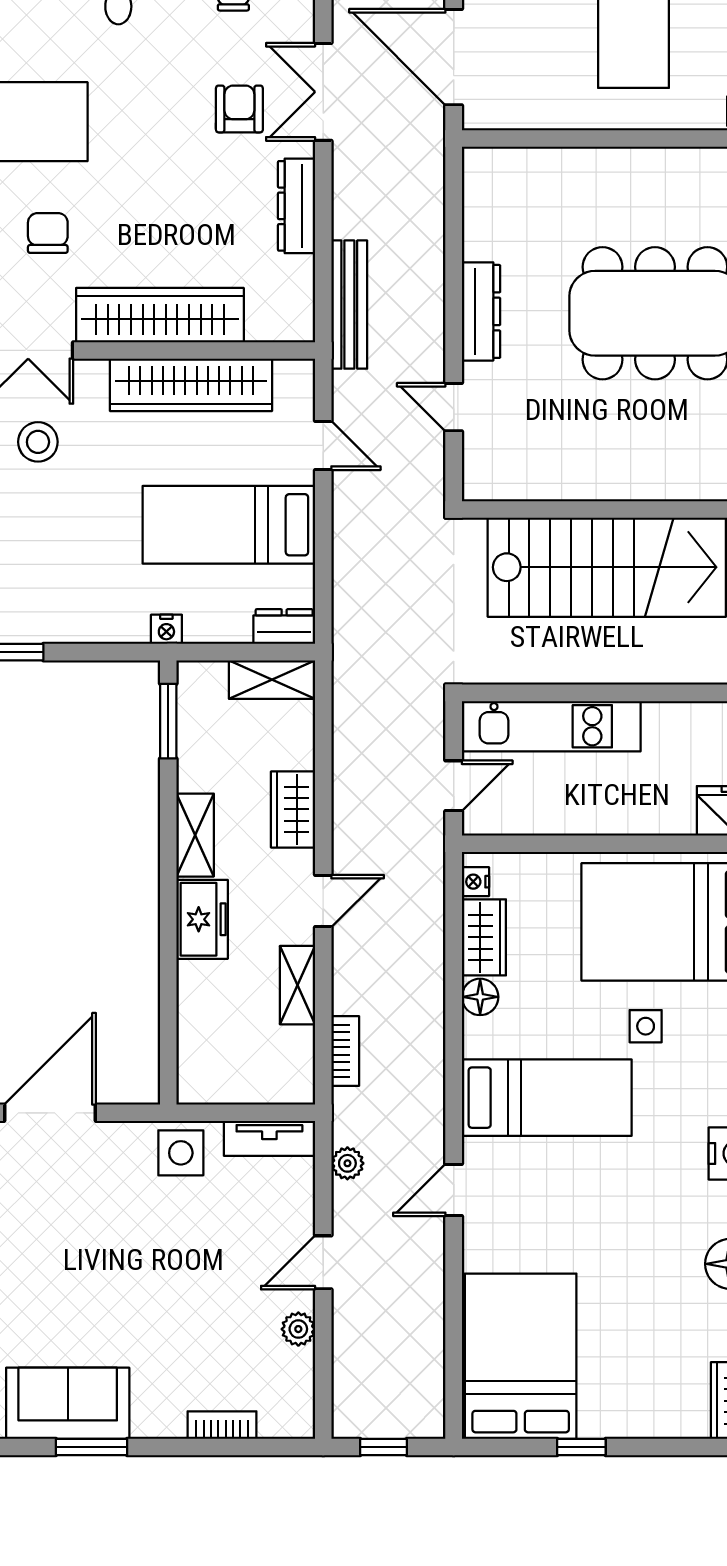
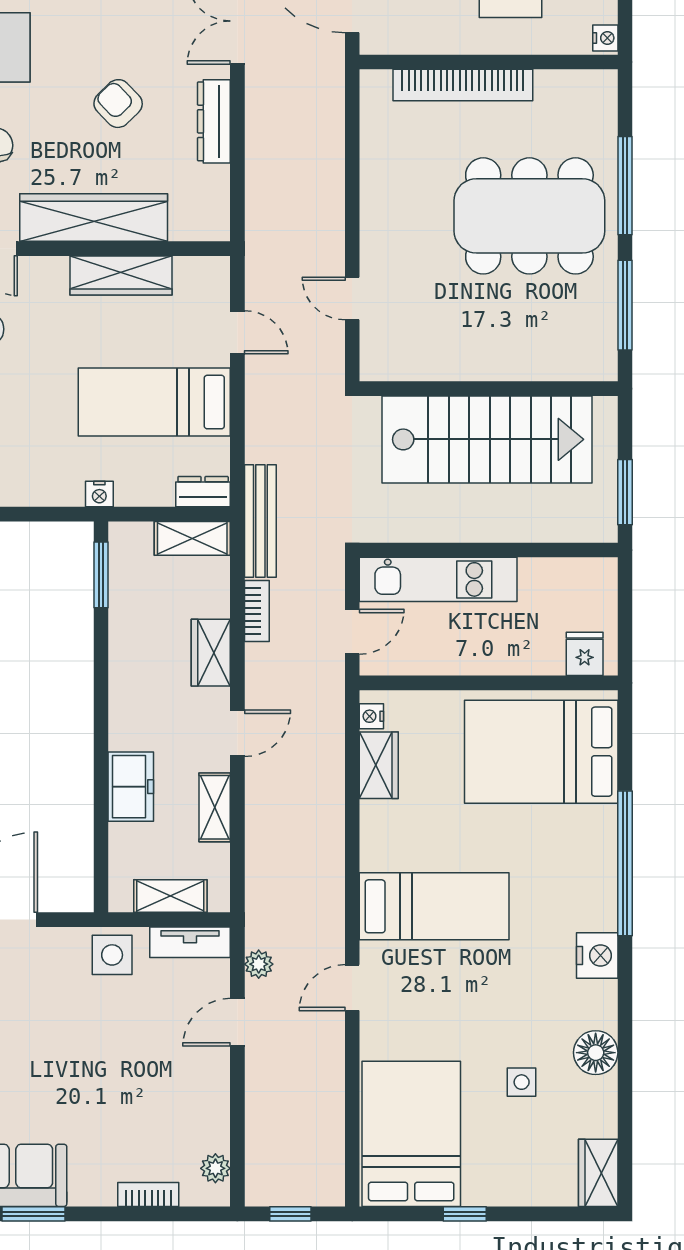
armchair: (239, 109) -> (118, 104), moved, turned -44
bookcase: (579, 165) -> (463, 85), added
bench: (349, 305) -> (260, 521), moved
dresser: (481, 311) -> (376, 214), removed
wardrobe: (191, 385) -> (121, 276), width x0.71, depth x0.85
shelving: (195, 835) -> (170, 896), moved, turned 90
freezer: (202, 919) -> (131, 787), moved
floor lamp: (480, 997) -> (375, 818), removed
side table: (646, 1026) -> (522, 1082), moved
bookcase: (345, 1051) -> (257, 611), moved
door: (323, 1262) -> (237, 1022), moved
plant: (298, 1329) -> (215, 1168), moved

